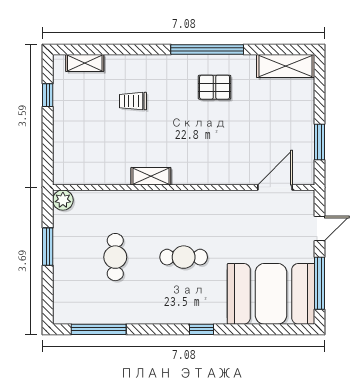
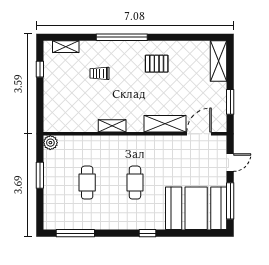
window: (207, 50) -> (122, 37), moved
shelving: (286, 66) -> (219, 61), moved, turned 90
shelving: (226, 173) -> (165, 124), added
cafe table: (184, 257) -> (135, 183), turned 90

